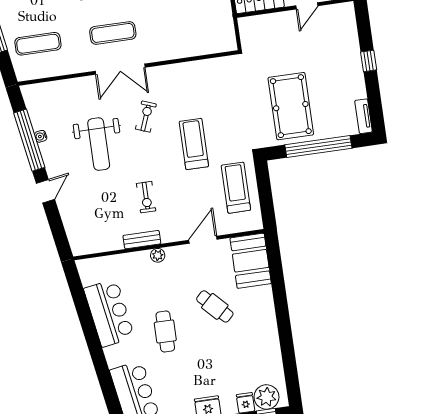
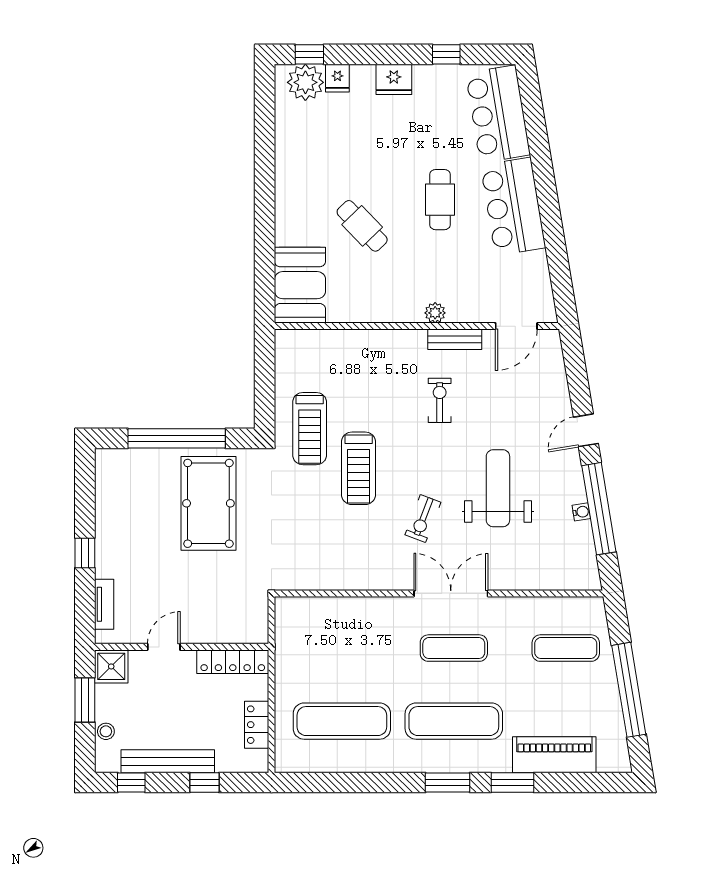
tv unit: (363, 116) -> (104, 604), moved
treadmill: (236, 188) -> (310, 429), moved
door: (203, 240) -> (516, 326), moved
bar counter: (109, 313) -> (513, 206), moved

